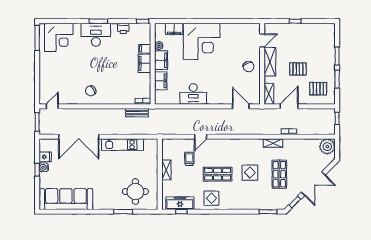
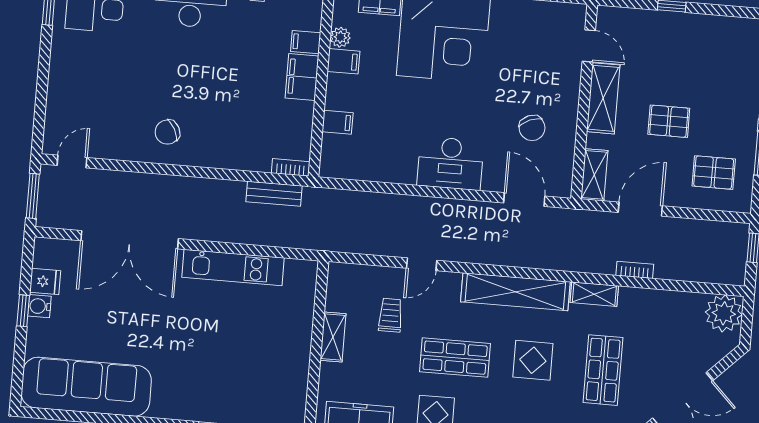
door: (262, 41) -> (589, 46), hinge flipped
filing cabinet: (161, 60) -> (344, 61), width x0.50
chair: (248, 66) -> (532, 128), moved
filing cabinet: (161, 81) -> (338, 122), width x0.50
desk: (193, 94) -> (450, 163), moved
shelving: (240, 145) -> (515, 292), added
round table: (135, 192) -> (254, 383), removed

